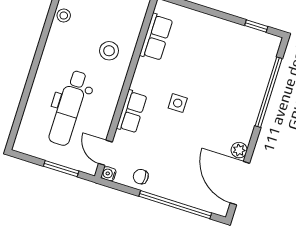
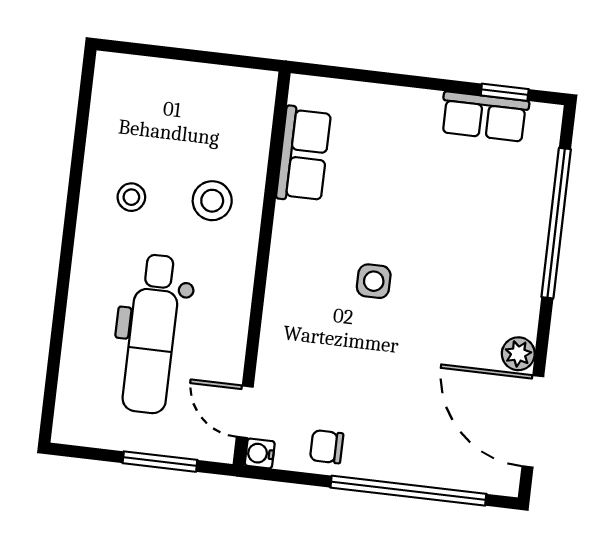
stool: (64, 16) -> (131, 197), moved
row of seats: (132, 112) -> (484, 117), moved, turned 90

